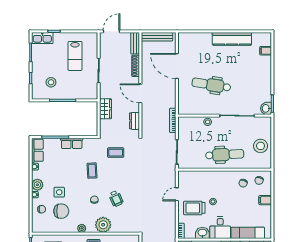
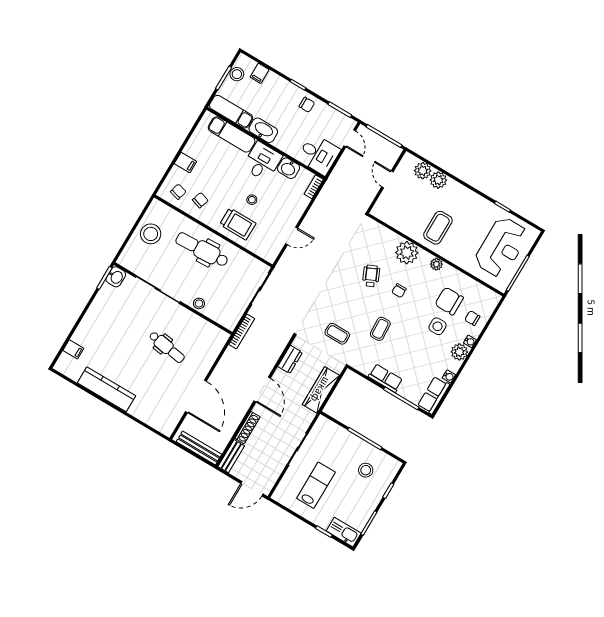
dental chair: (211, 85) -> (167, 347), width x0.73, depth x0.72
wardrobe: (106, 109) -> (321, 390), width x1.50
trolley: (194, 208) -> (238, 224), moved

